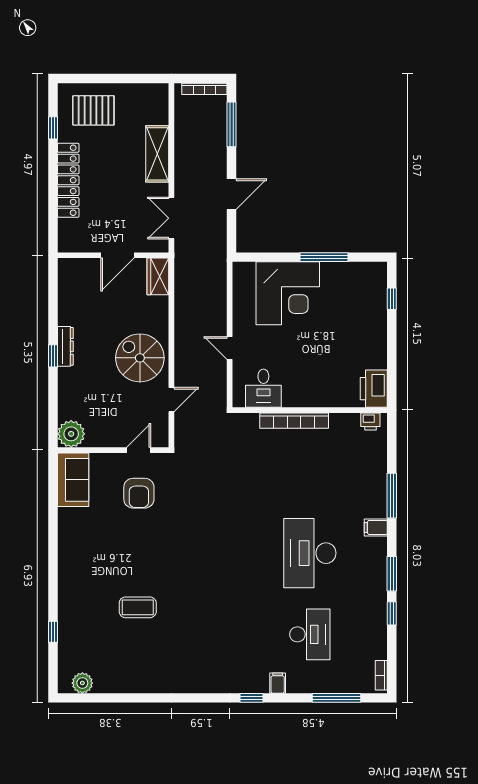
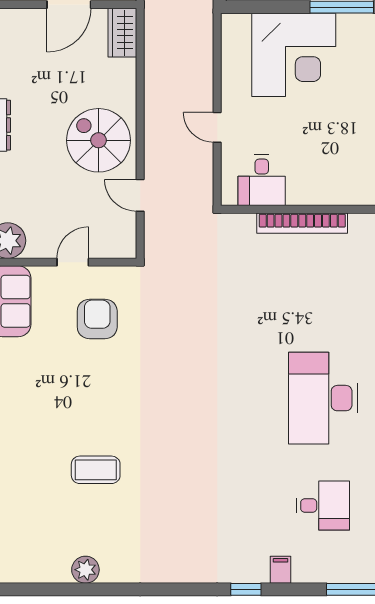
door: (171, 400) -> (140, 195), swing flipped
door: (139, 450) -> (73, 262), moved
armchair: (139, 493) -> (97, 319), turned 180
desk: (310, 634) -> (323, 506), width x0.73
plant: (82, 683) -> (85, 570), moved

